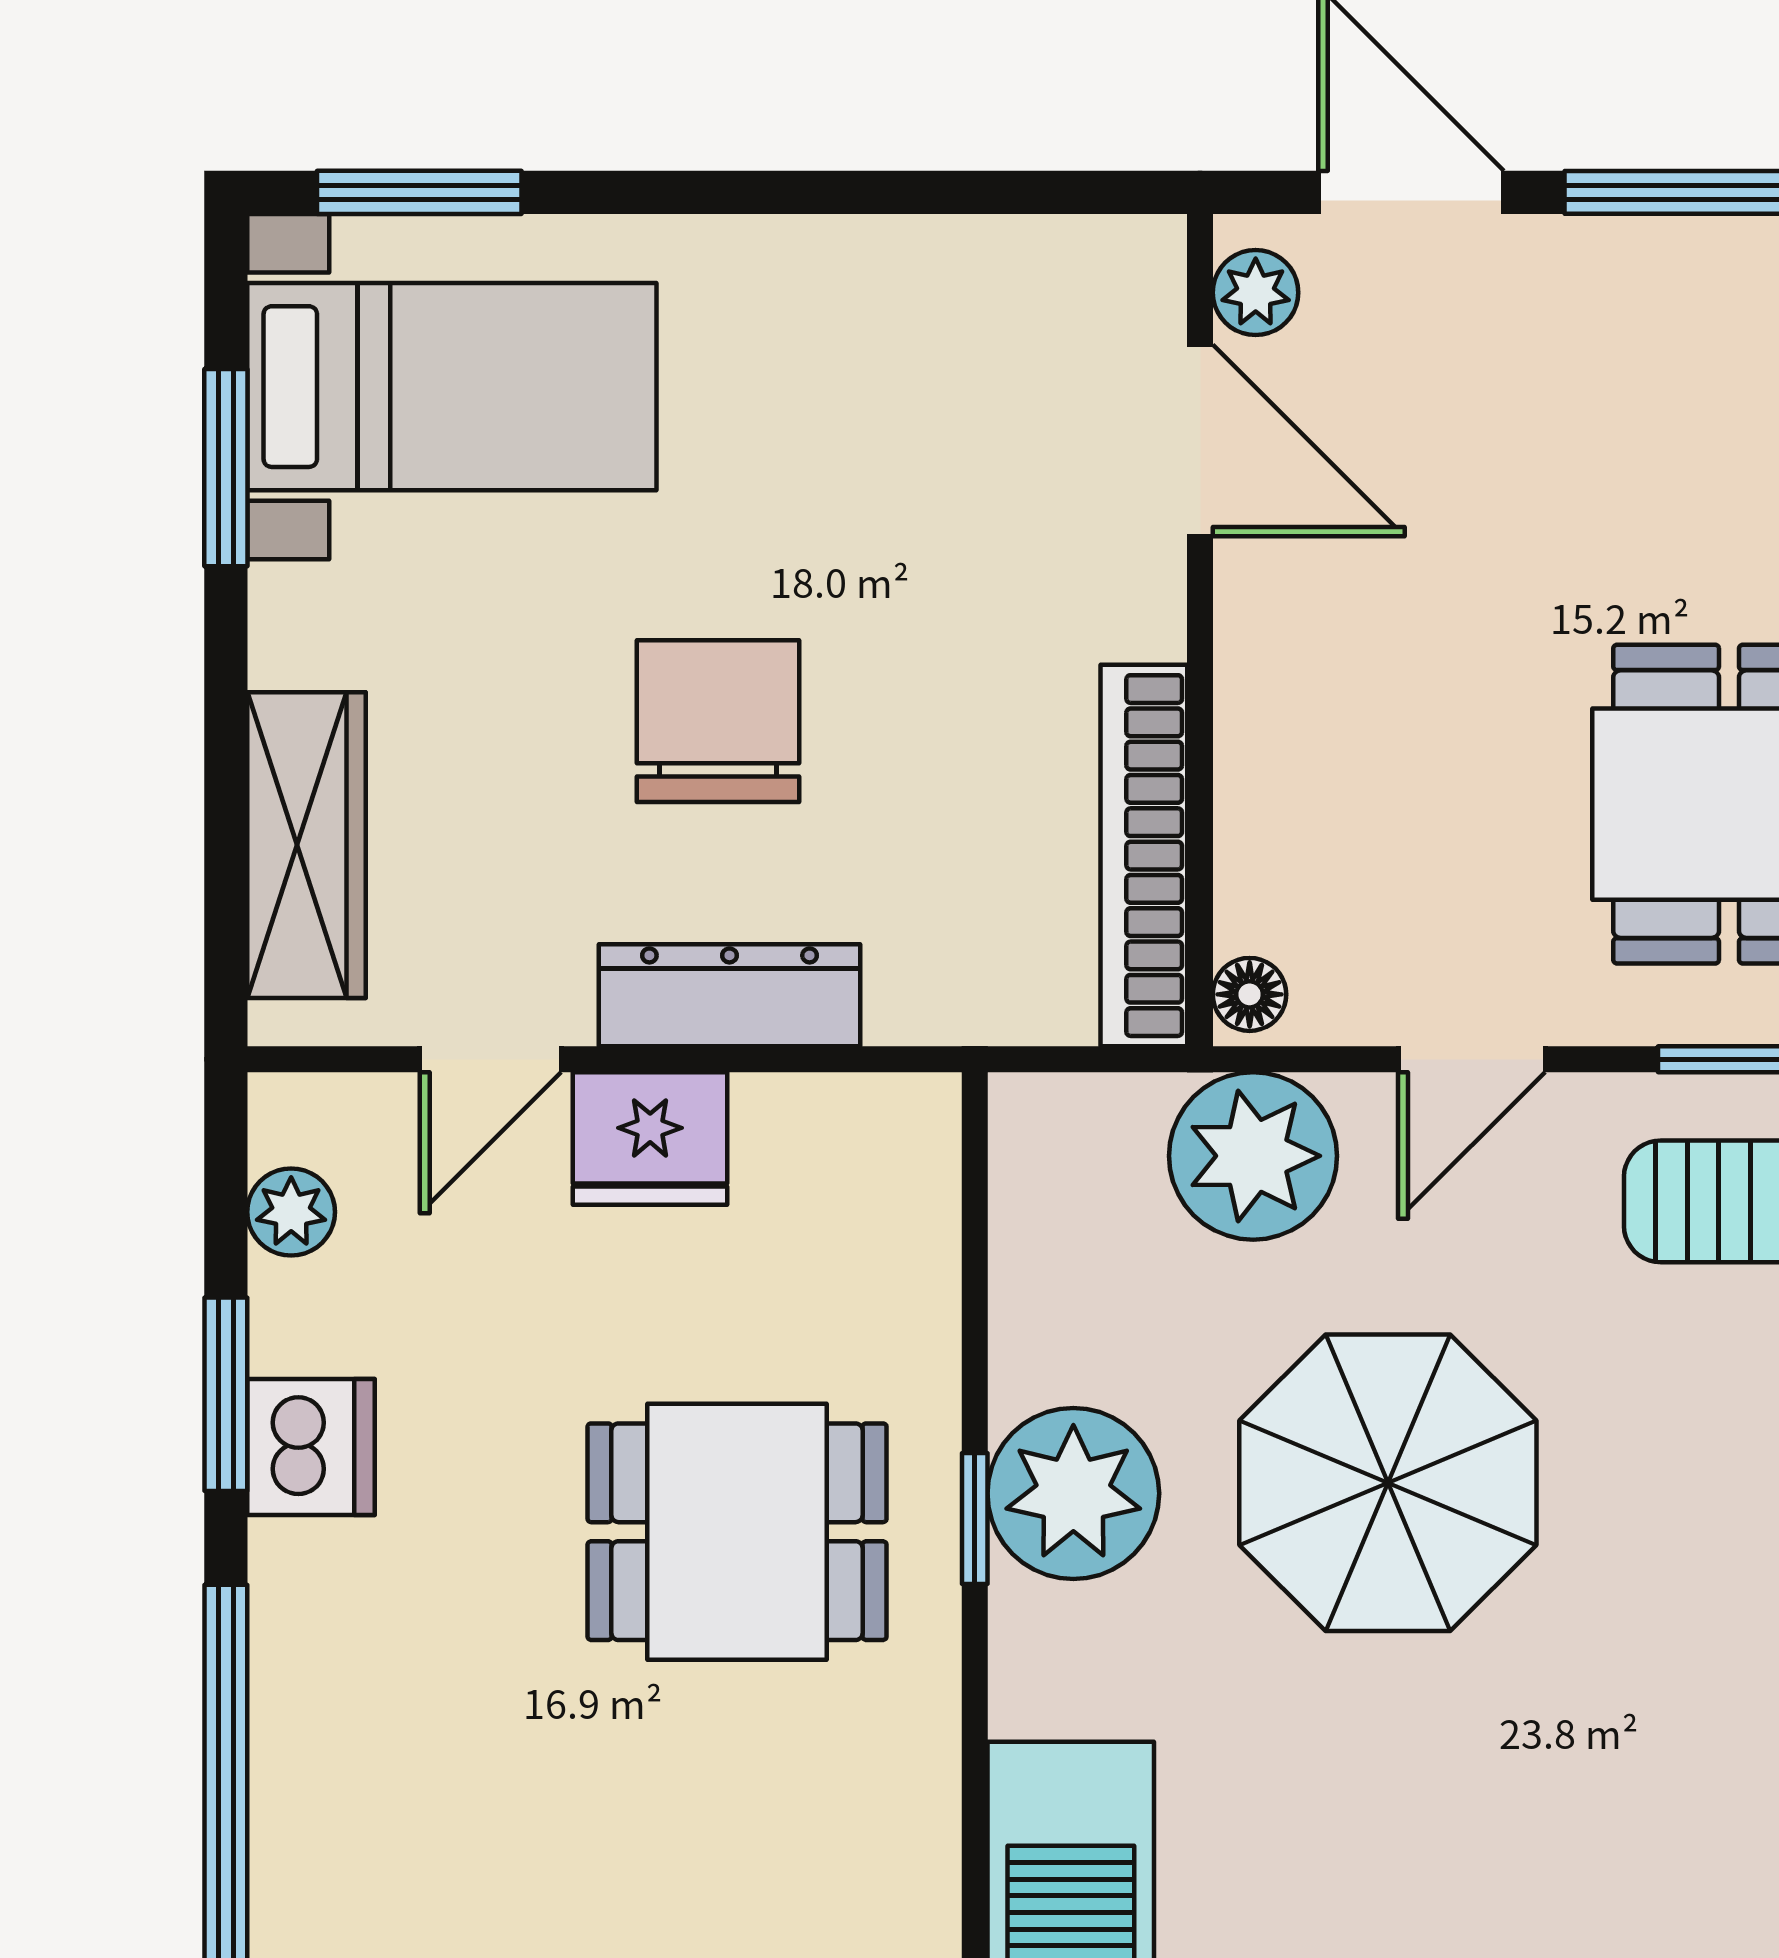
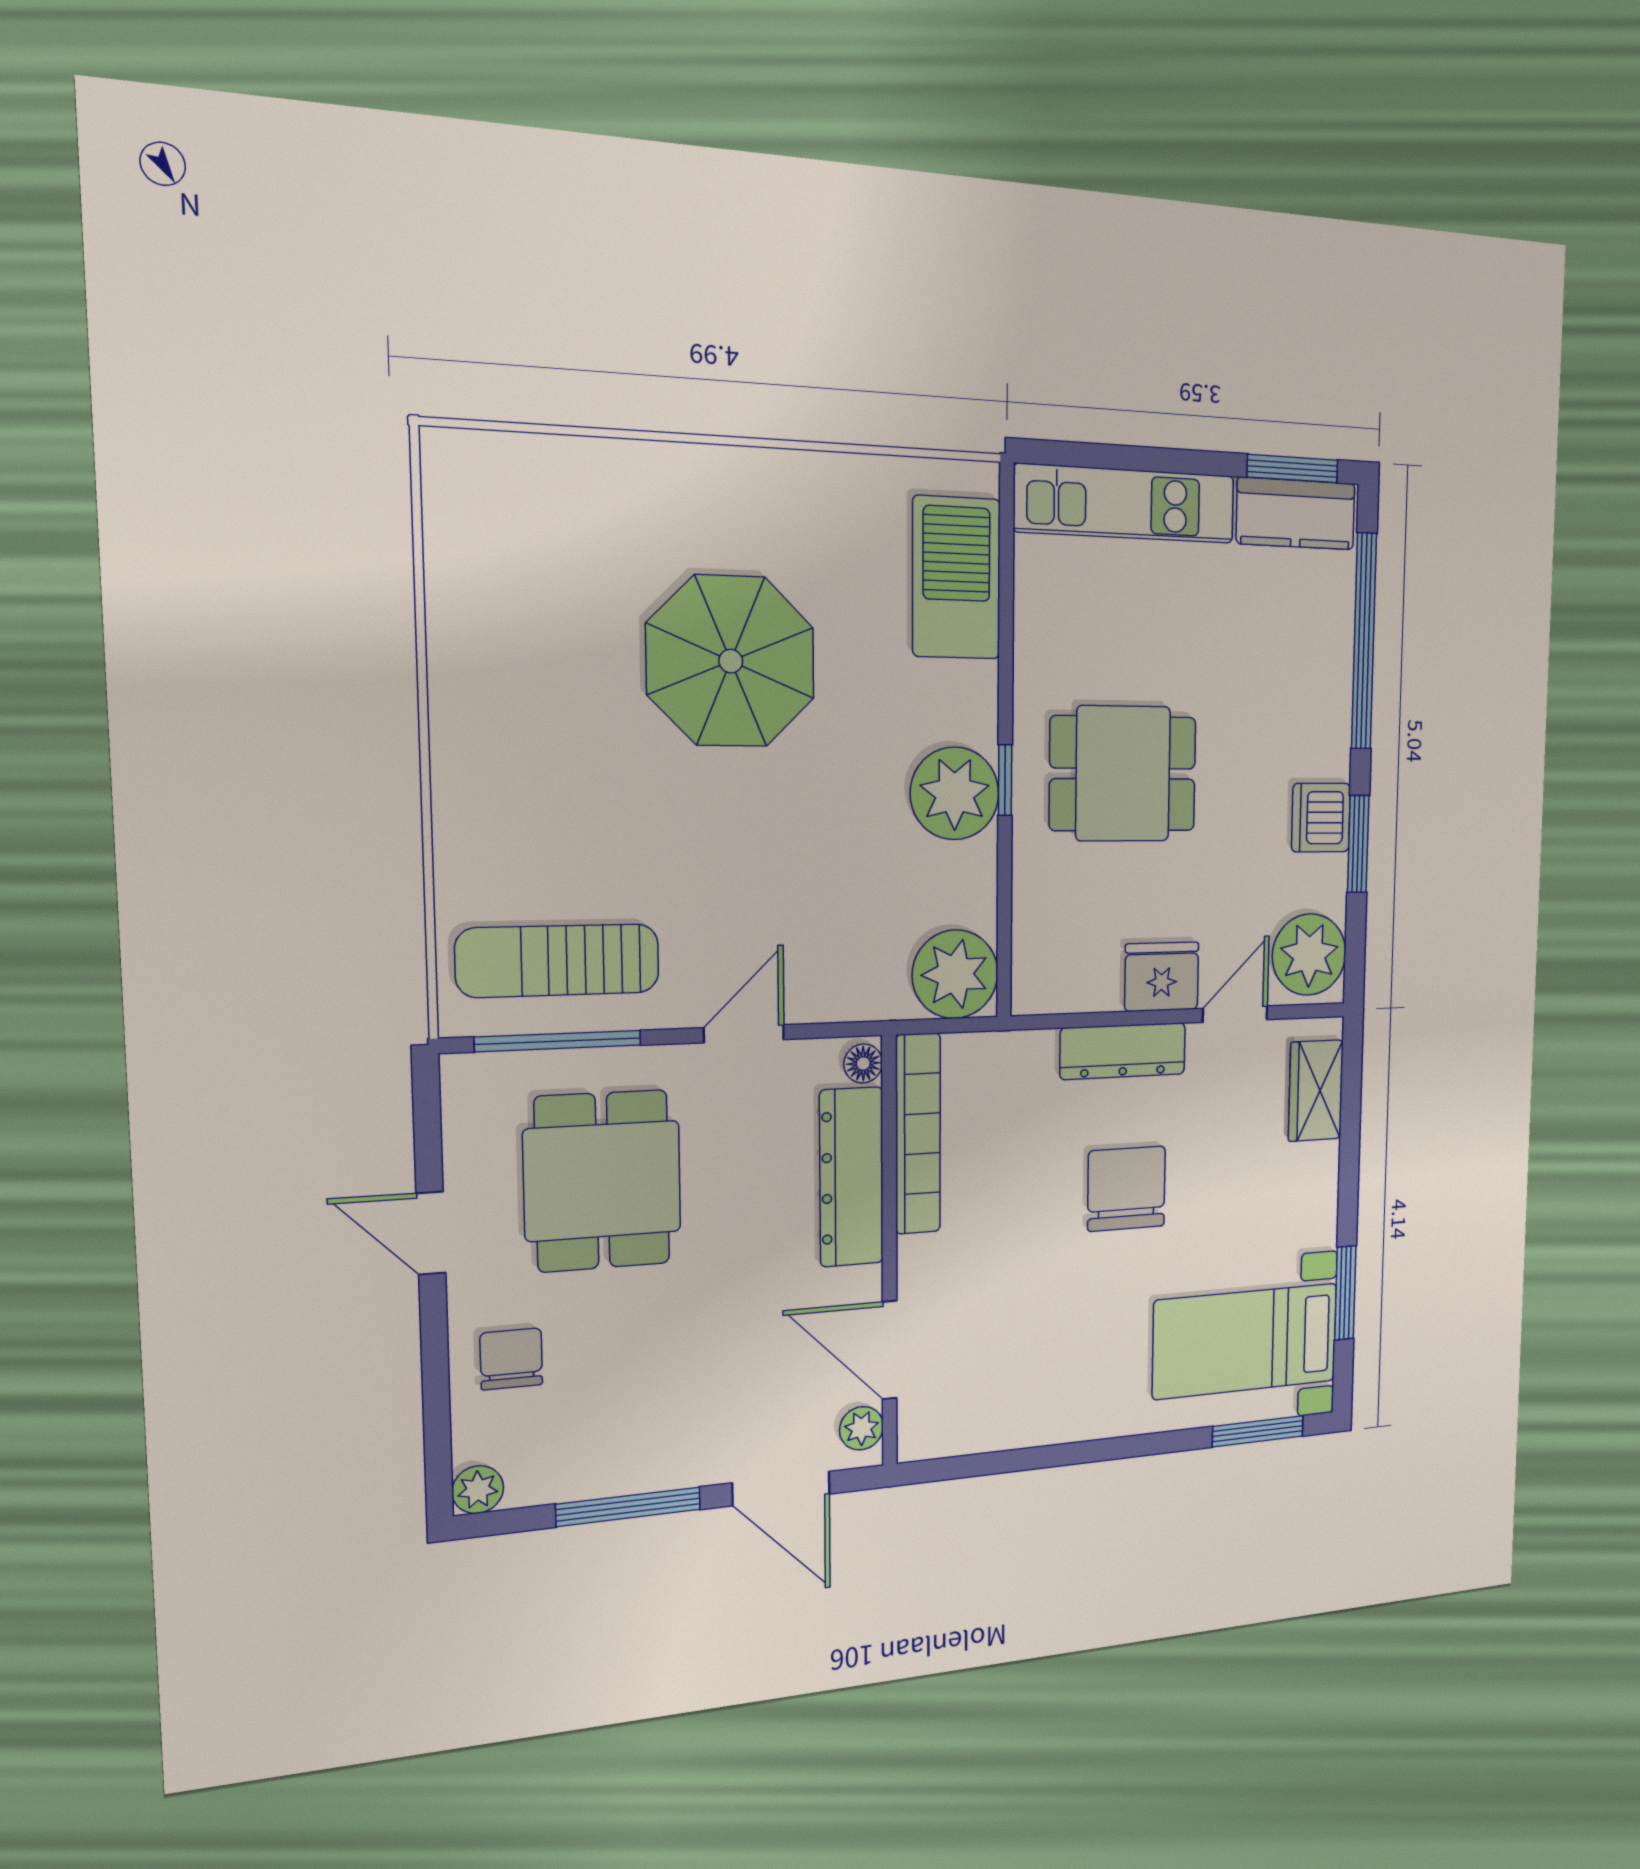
chair: (718, 721) -> (1127, 1189), turned 180
dresser: (1273, 781) -> (851, 1177), added
wardrobe: (306, 845) -> (1316, 1091), width x0.67
plant: (1253, 1156) -> (955, 974), moved
plant: (291, 1212) -> (1309, 955), width x1.88, depth x1.88
parasol: (1388, 1483) -> (731, 661), moved

